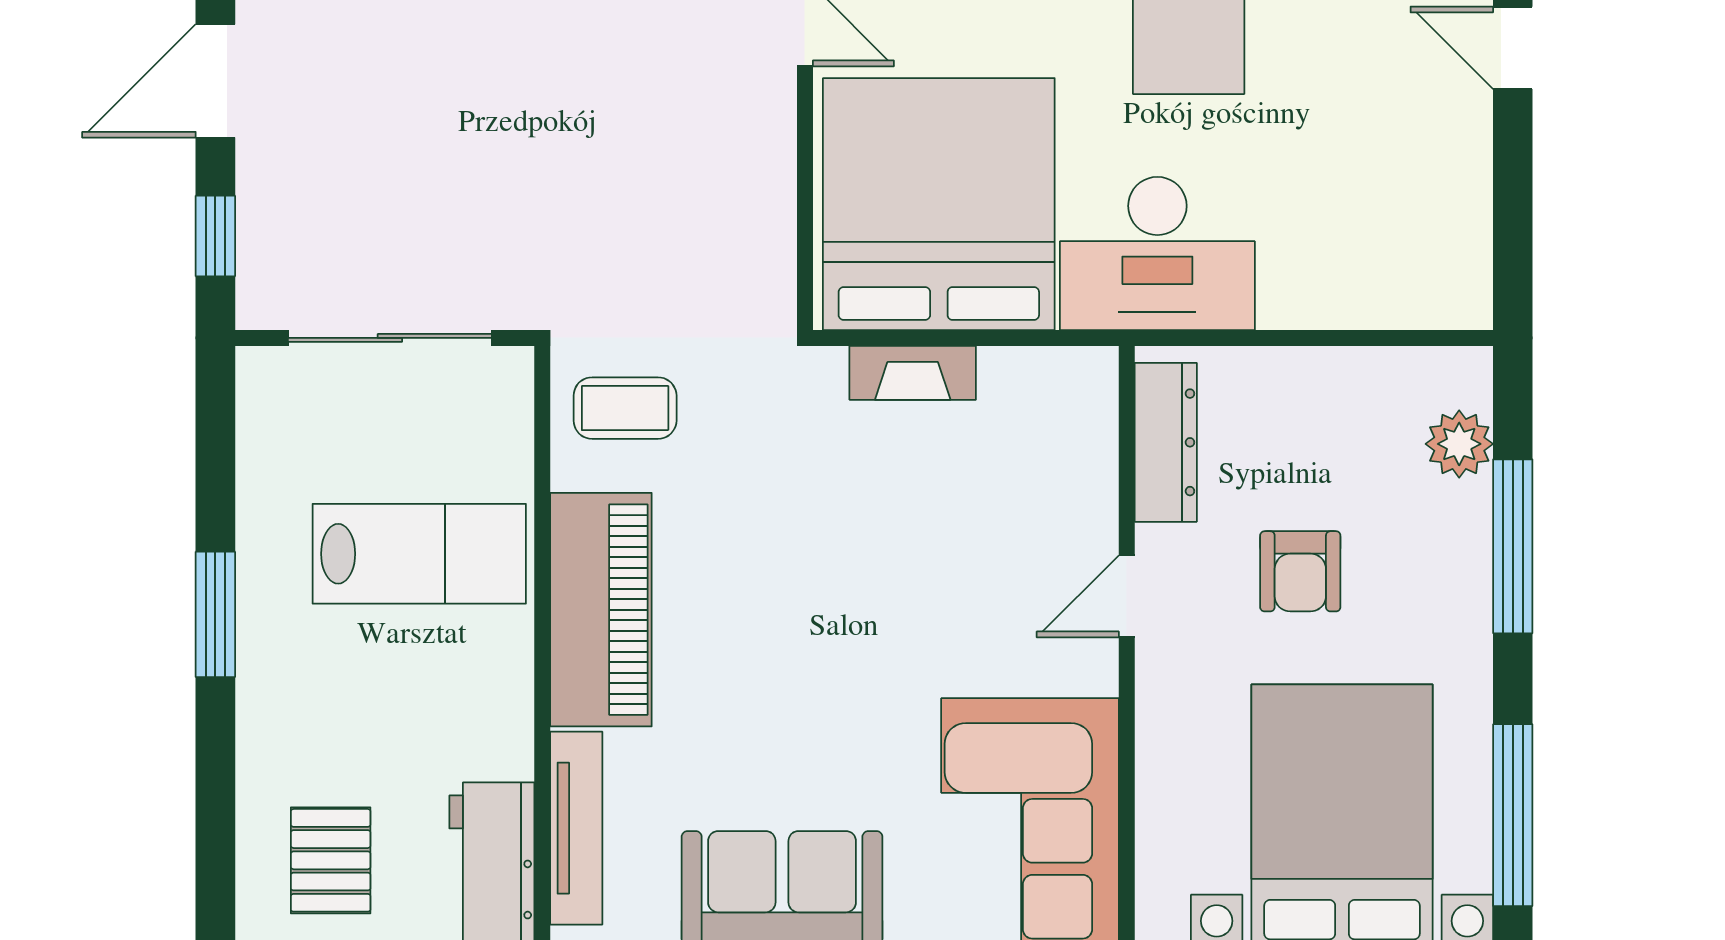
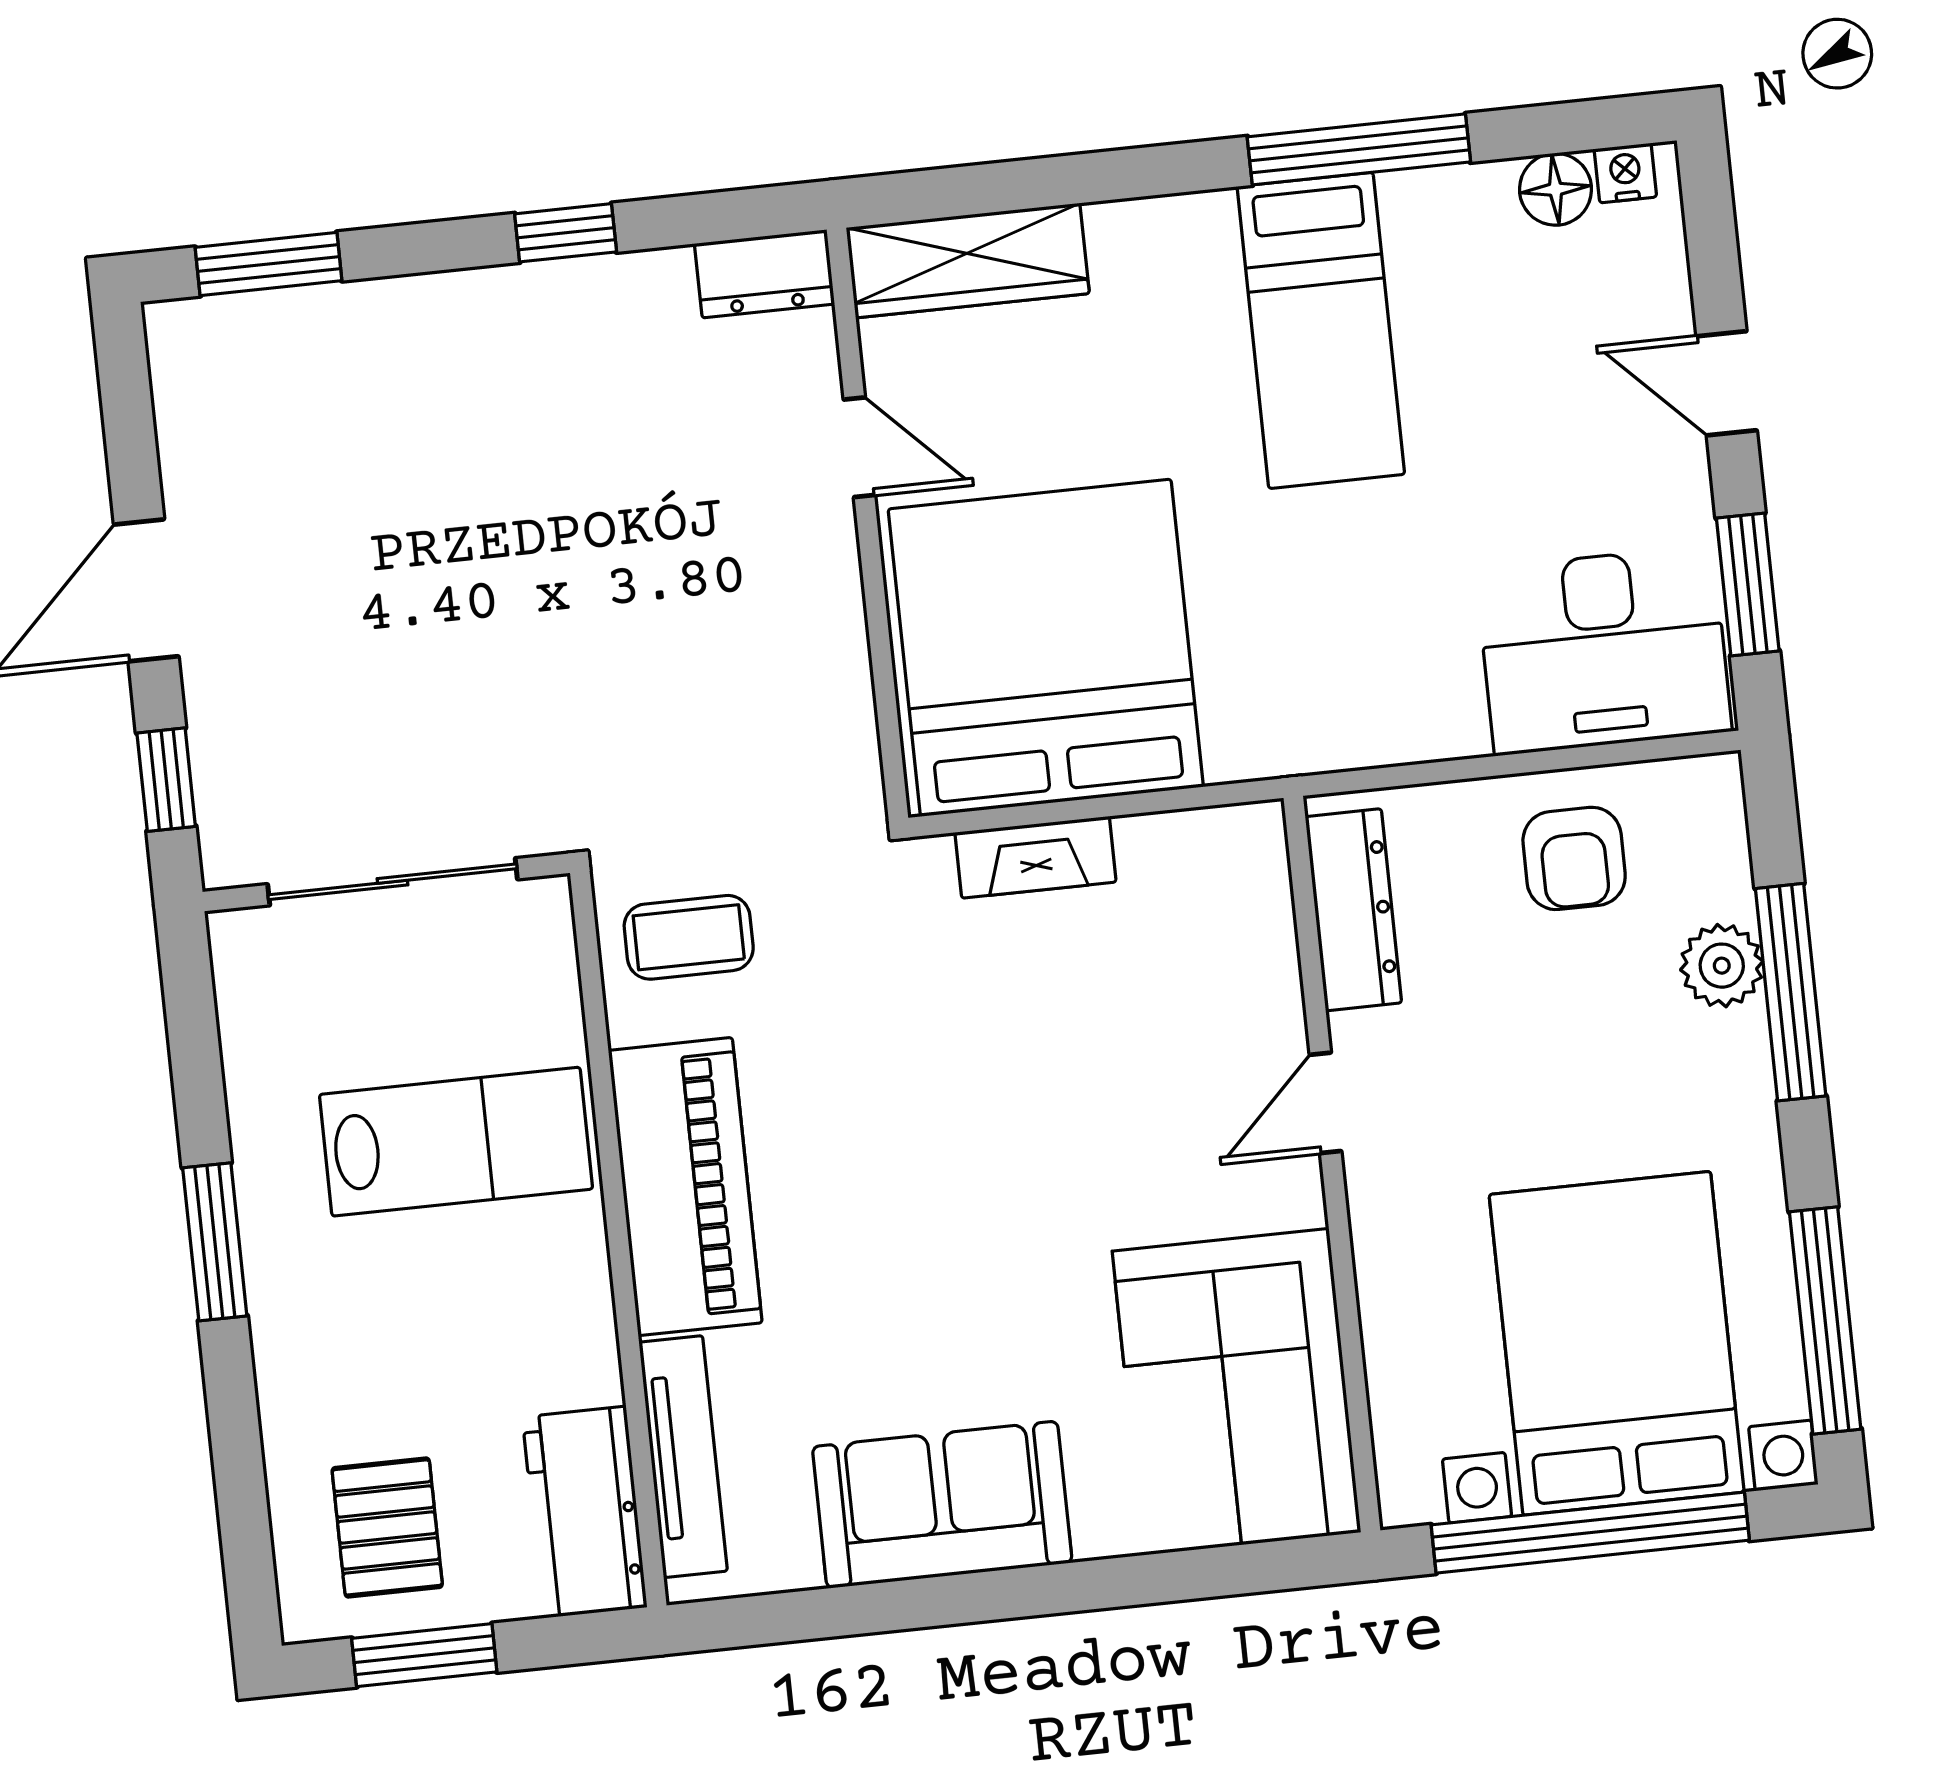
window: (1513, 212) -> (1748, 584), added
desk: (1157, 253) -> (1604, 650), moved
plant: (1459, 444) -> (1722, 966), moved
armchair: (1300, 571) -> (1574, 858), moved

